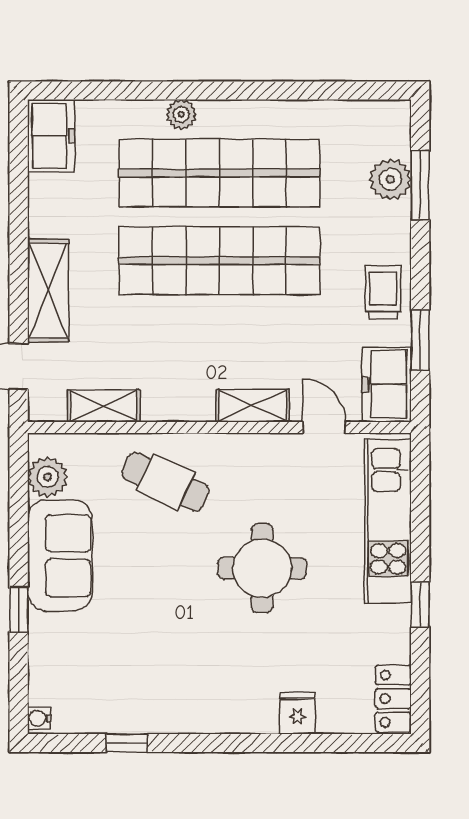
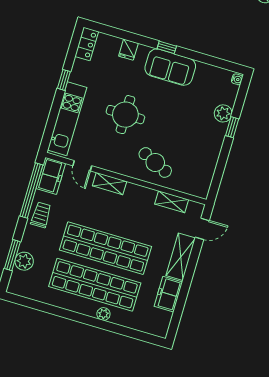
freezer: (51, 136) -> (168, 294), moved
trolley: (383, 292) -> (41, 215), turned 180
window: (420, 340) -> (31, 190), width x2.11
plant: (48, 477) -> (223, 113), moved
sofa: (60, 556) -> (170, 67), moved, turned -90
window: (127, 743) -> (167, 47), moved

